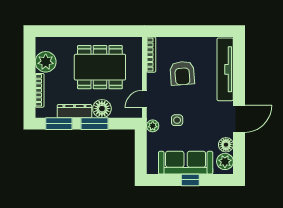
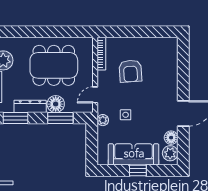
tv unit: (225, 69) -> (170, 67), removed
window: (95, 124) -> (60, 118), moved

